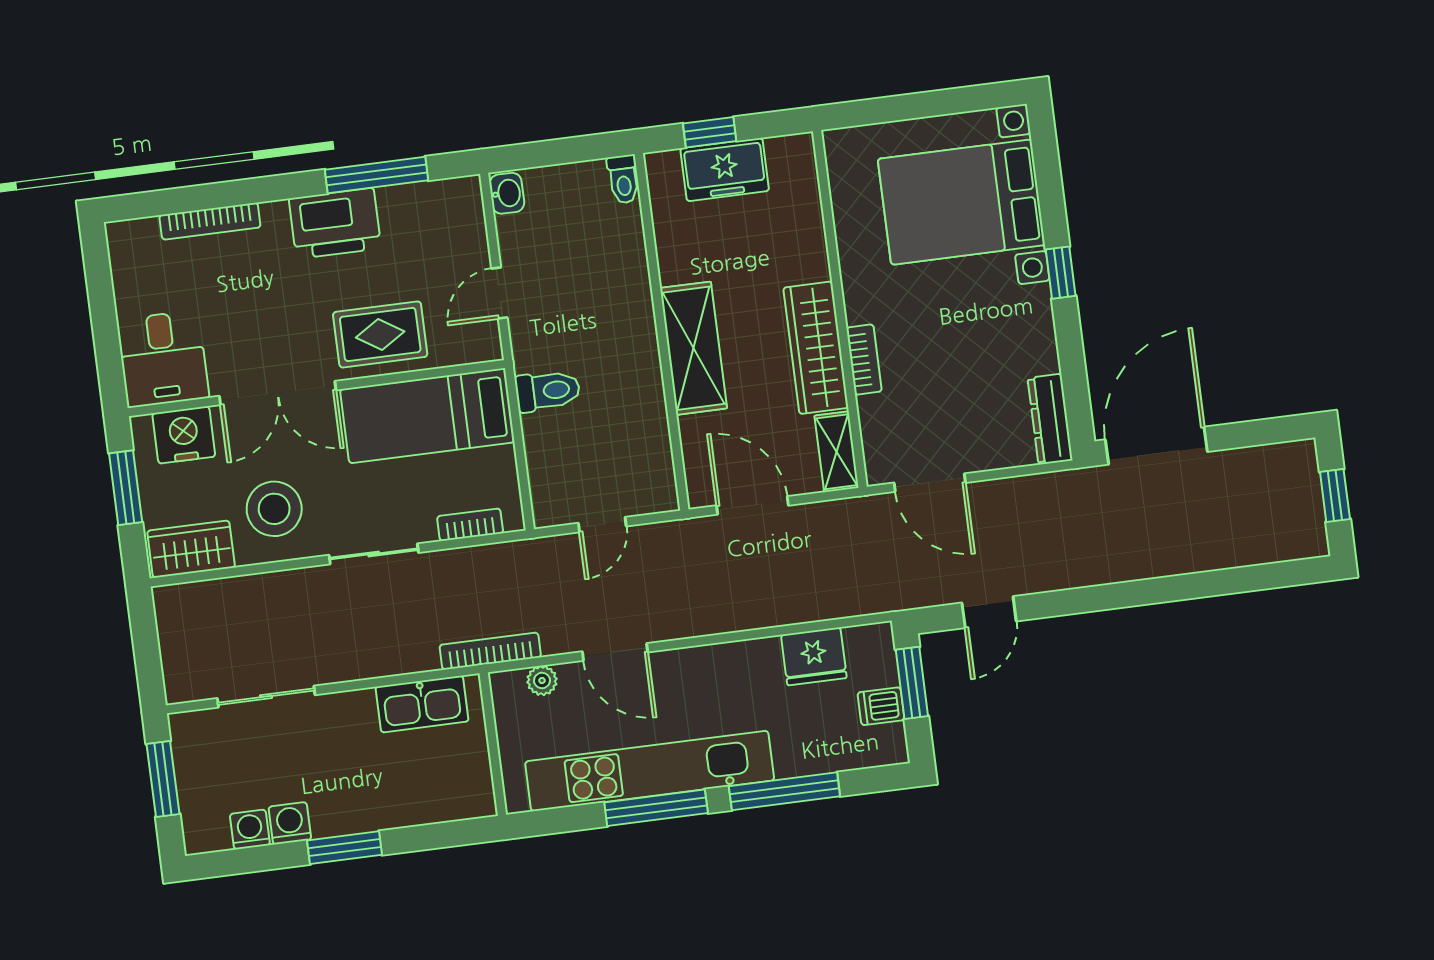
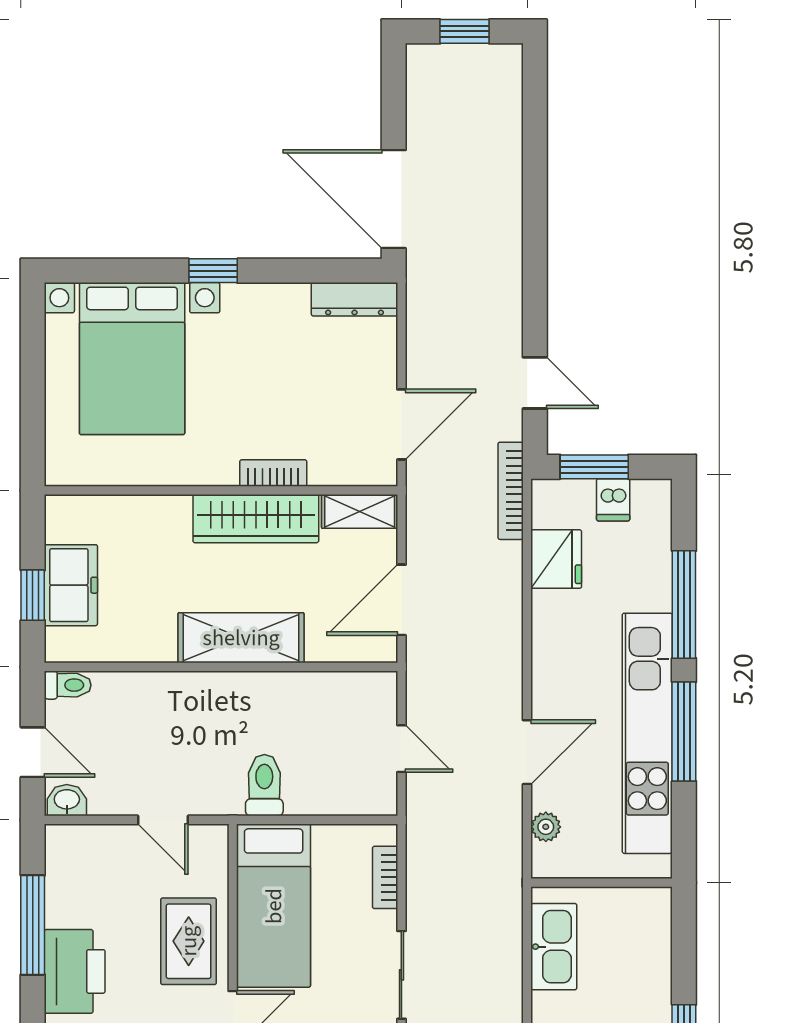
door: (551, 153) -> (33, 752), added
bookcase: (490, 651) -> (511, 491), moved

